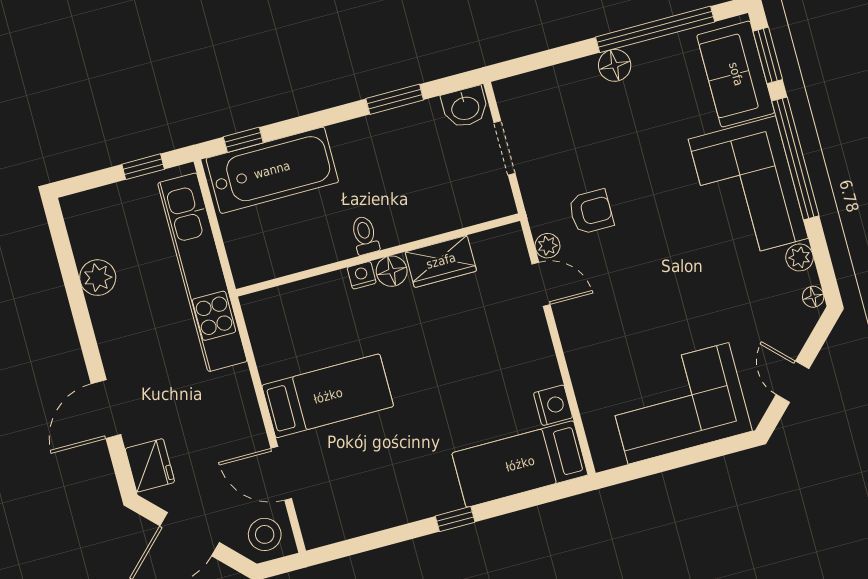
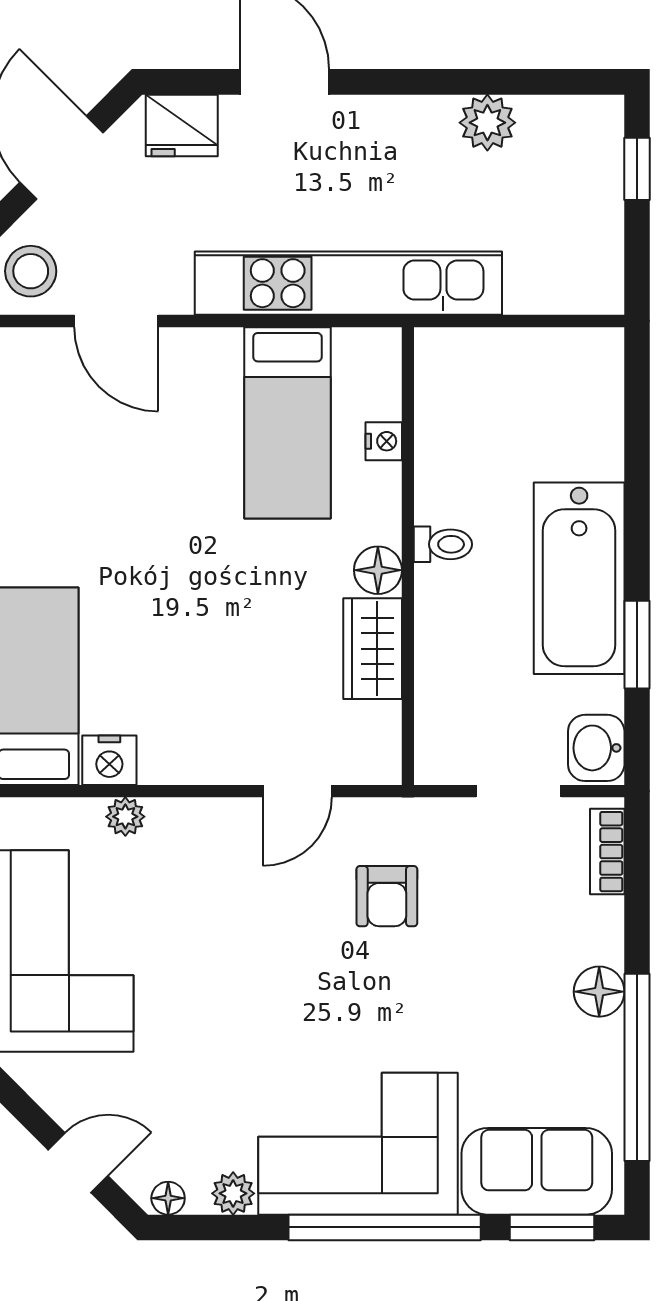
bookcase: (527, 83) -> (607, 852), added
window: (243, 140) -> (637, 399), removed
window: (143, 167) -> (637, 169), moved
bathtub: (272, 170) -> (579, 578), moved
plant: (547, 246) -> (125, 817), moved
kitchen unit: (202, 272) -> (348, 283), moved
nightstand: (362, 275) -> (384, 441), moved
door: (792, 382) -> (78, 1163), moved
bed: (328, 396) -> (287, 423), moved
door: (281, 473) -> (116, 321), swing flipped

